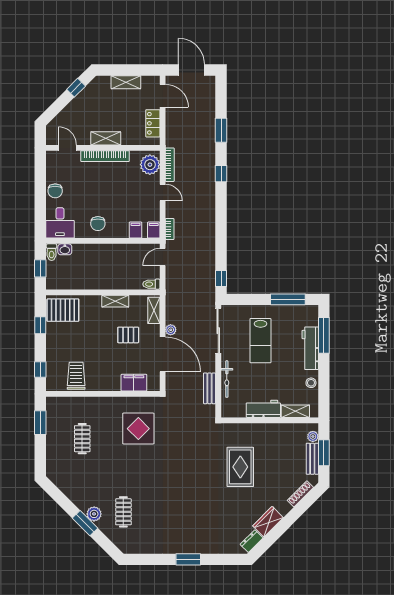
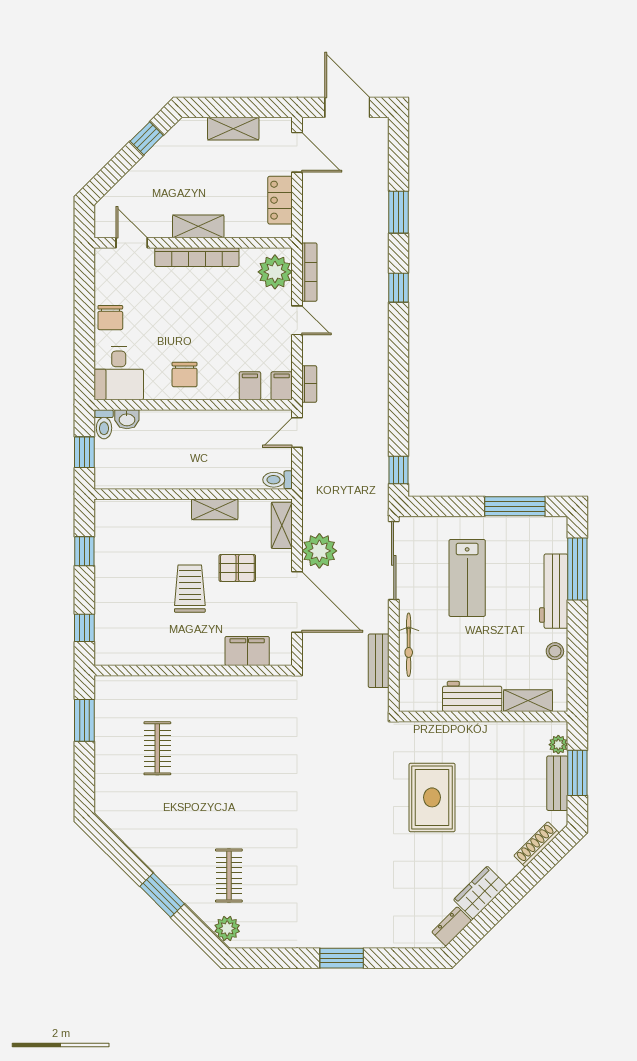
pallet: (63, 310) -> (124, 525), removed
plant: (171, 330) -> (319, 551), width x1.88, depth x1.88
trolley: (76, 376) -> (190, 589), moved
display table: (138, 429) -> (255, 731), removed
plant: (94, 514) -> (227, 928), moved

